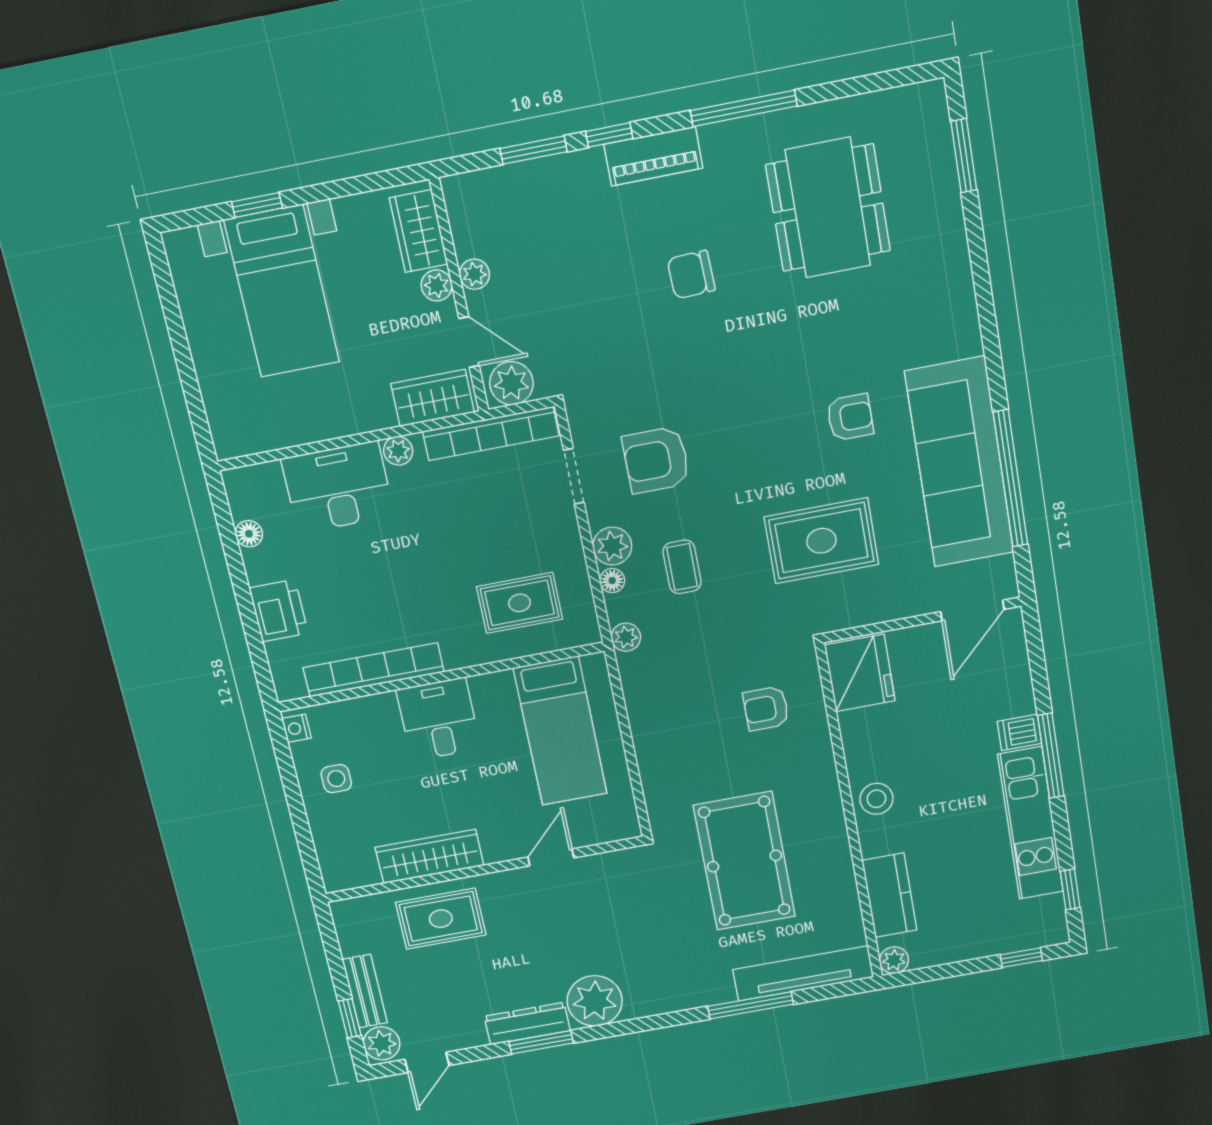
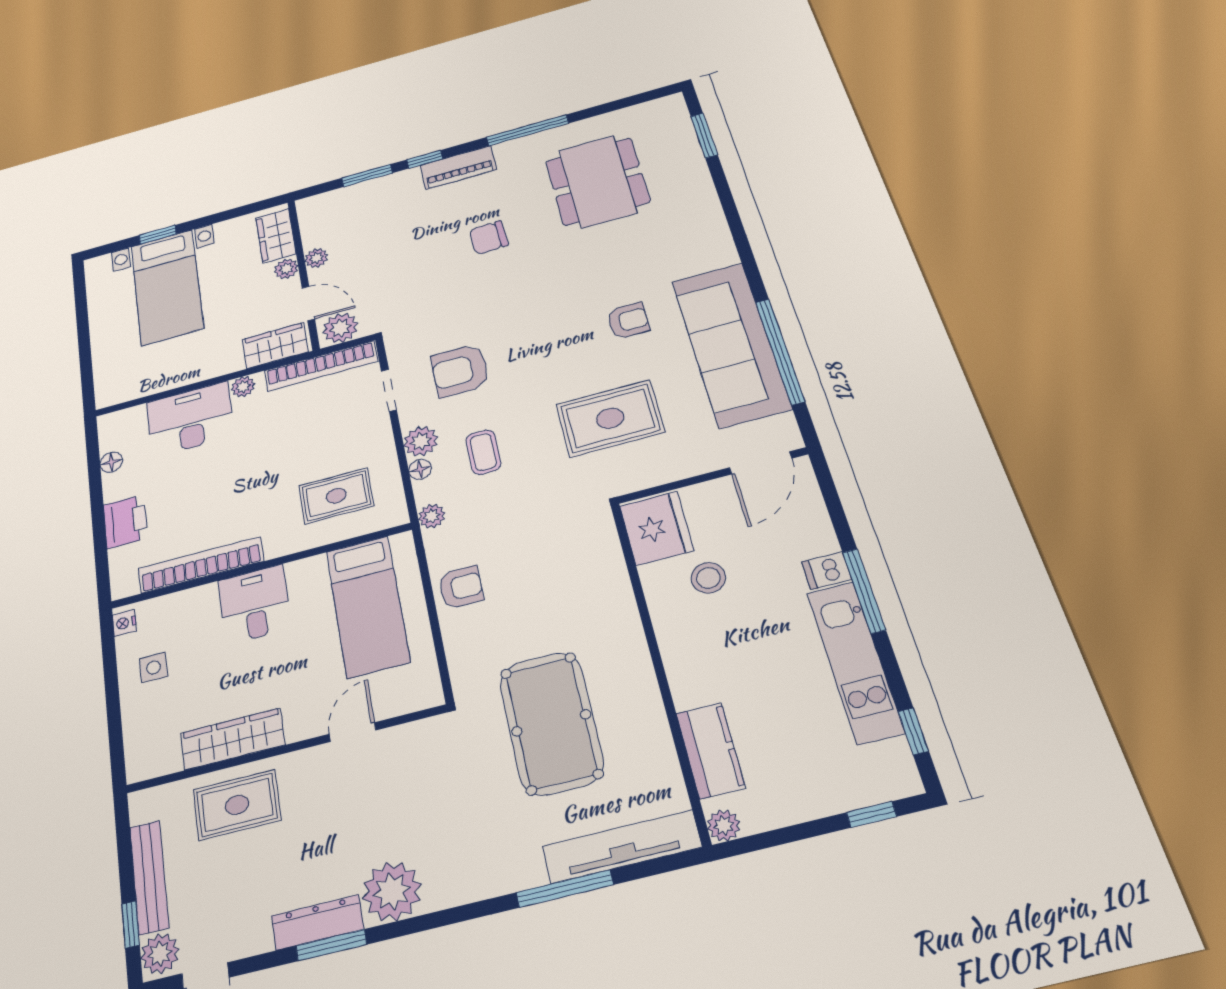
armchair: (766, 708) -> (461, 587), moved, turned 180
stool: (876, 799) -> (708, 578), moved
bench: (365, 991) -> (149, 877), width x1.36

